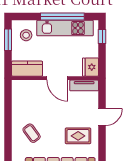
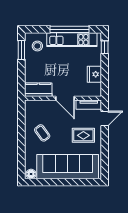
kitchen counter: (27, 69) -> (38, 90), moved
wall: (55, 78) -> (63, 98), moved
door: (57, 78) -> (65, 98), moved
tv unit: (84, 85) -> (89, 105), moved

